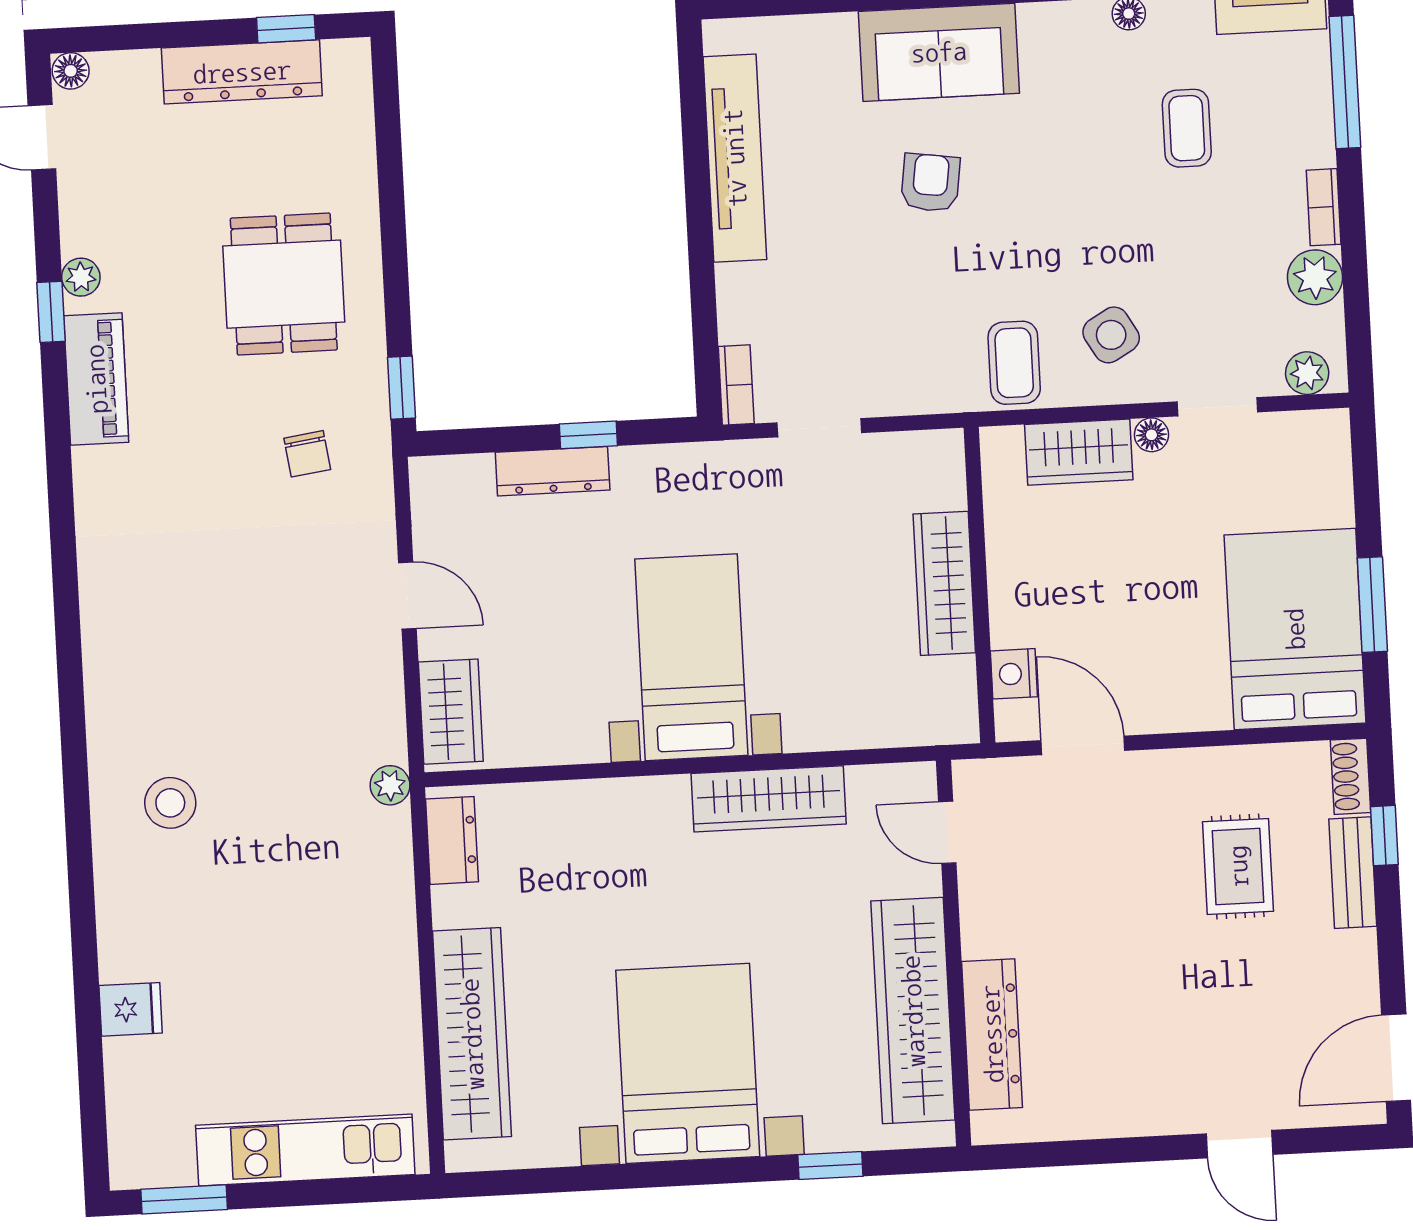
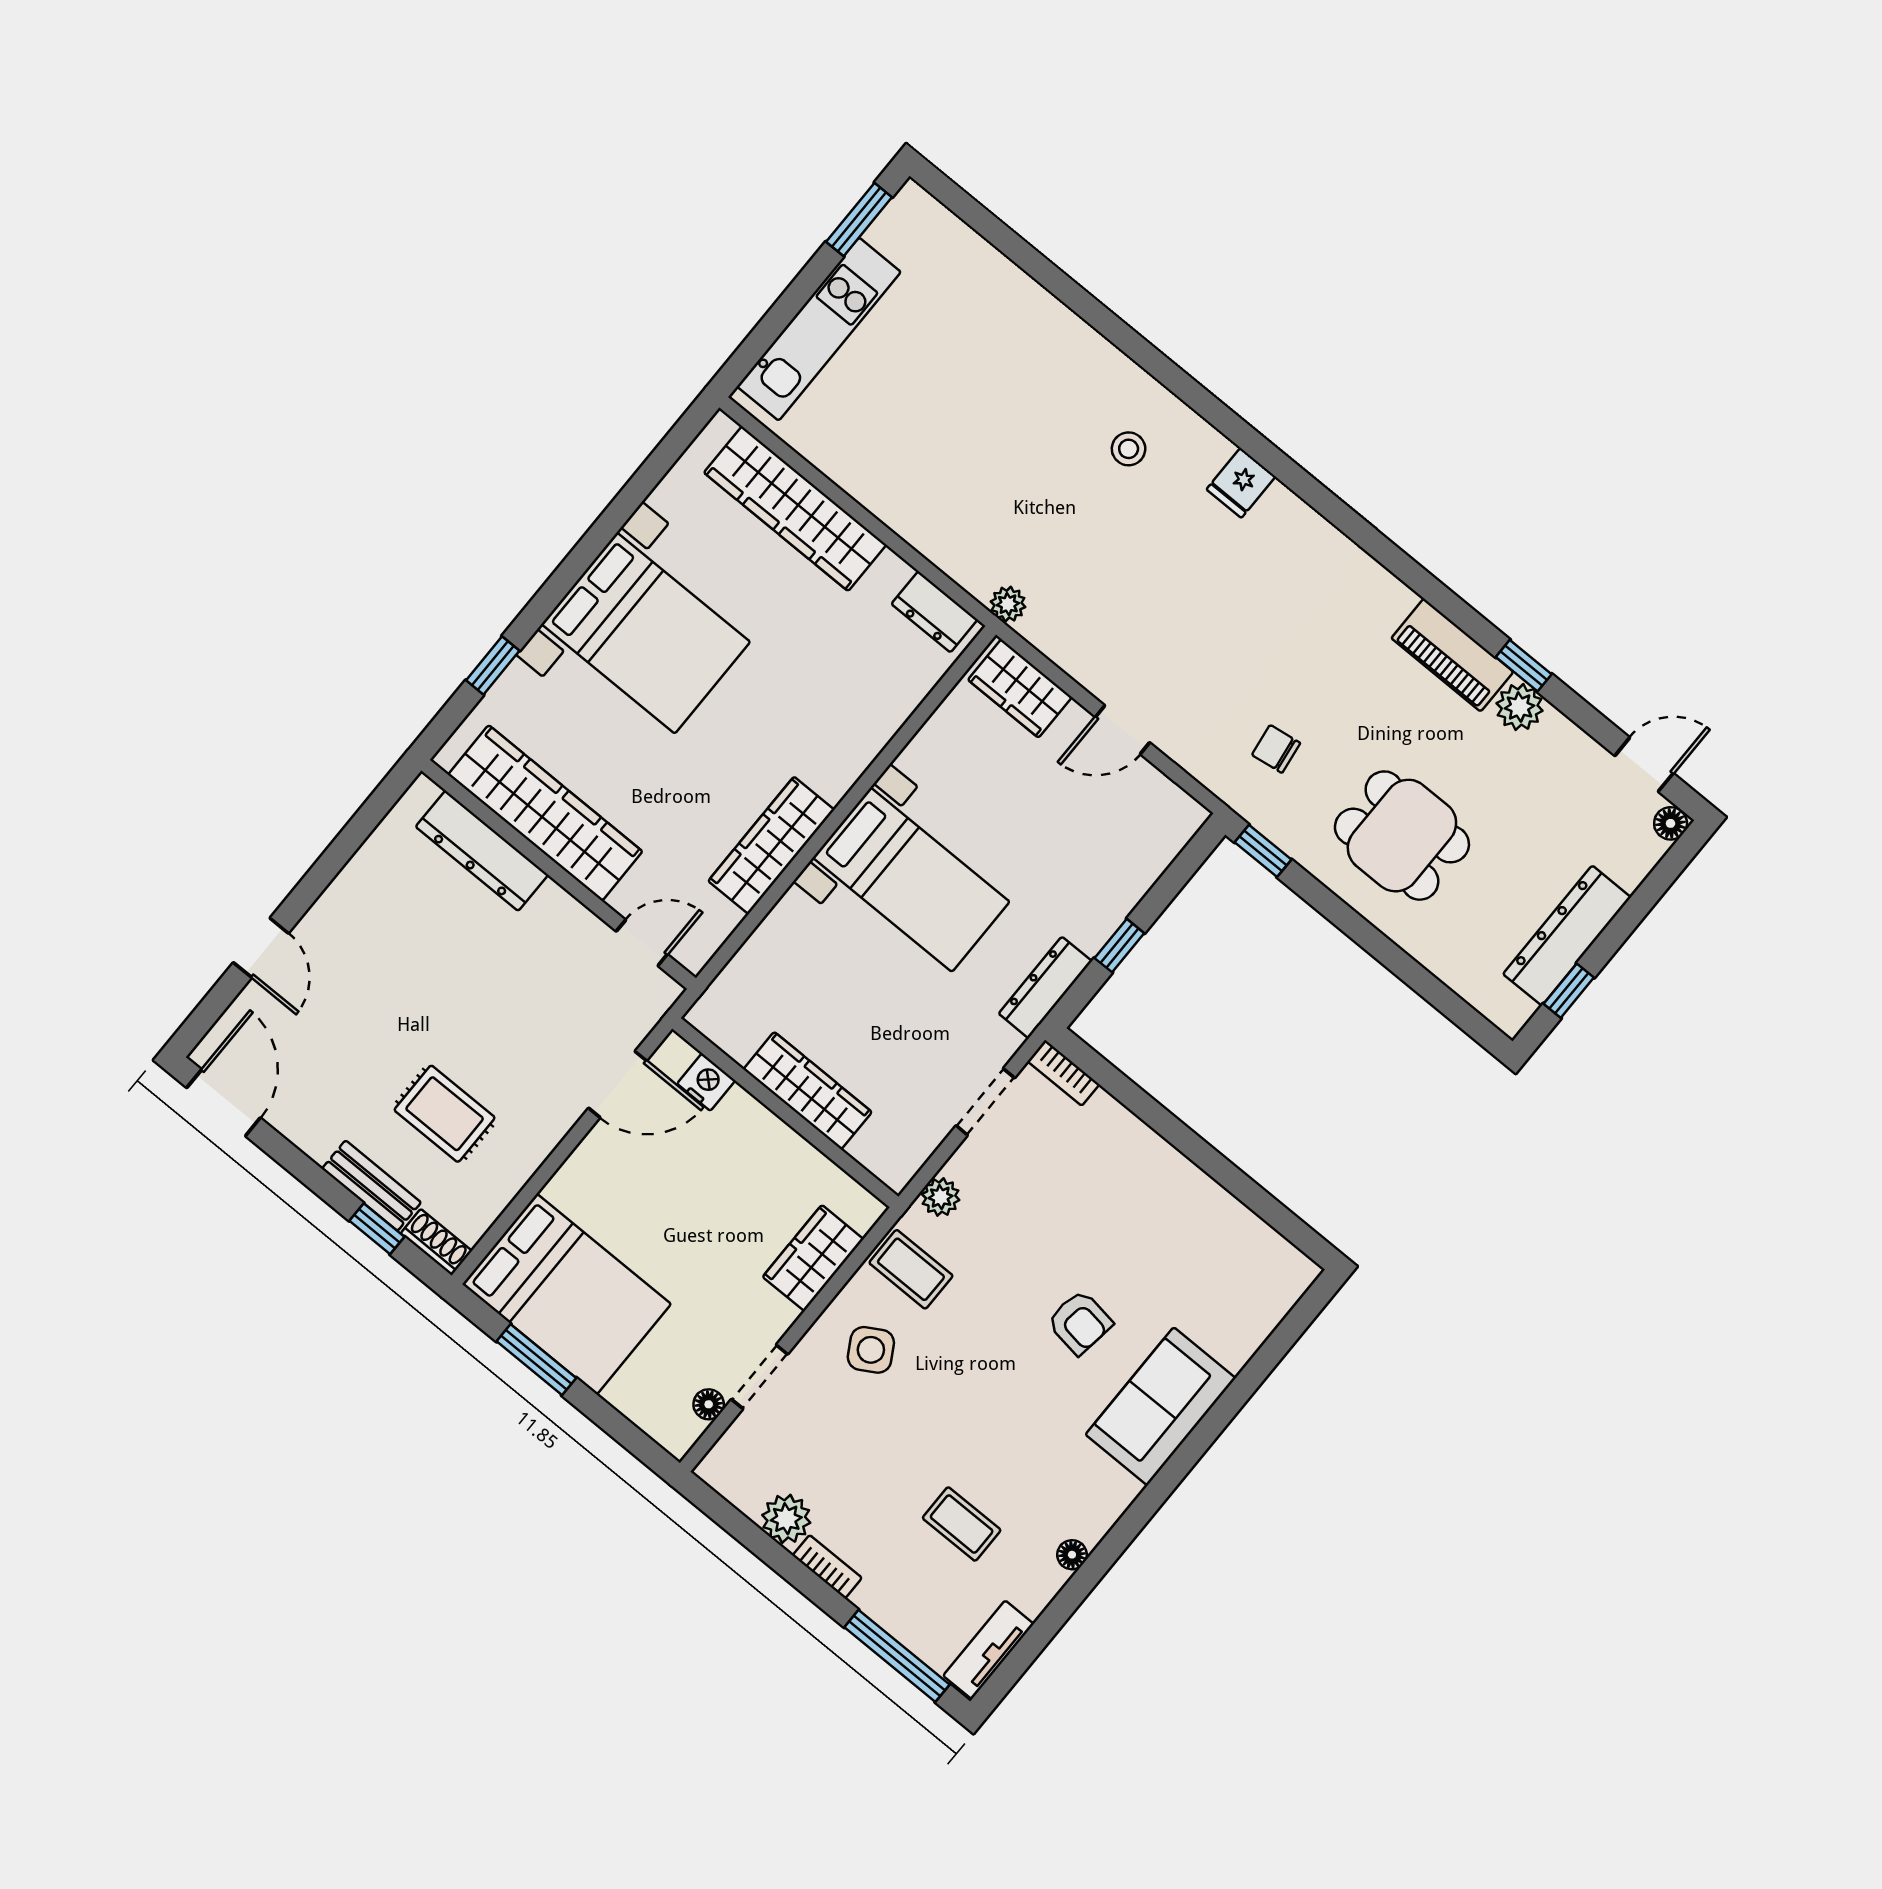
tv unit: (735, 158) -> (1214, 1208), removed
plant: (81, 277) -> (1520, 707), width x1.38, depth x1.38
plant: (1307, 373) -> (941, 1197), moved
floor lamp: (1151, 435) -> (709, 1404), moved
dresser: (553, 471) -> (1045, 987), moved
stool: (170, 803) -> (1129, 449), width x0.73, depth x0.73
fridge: (131, 1009) -> (1241, 483), moved
door: (1239, 1144) -> (261, 948), swing flipped

